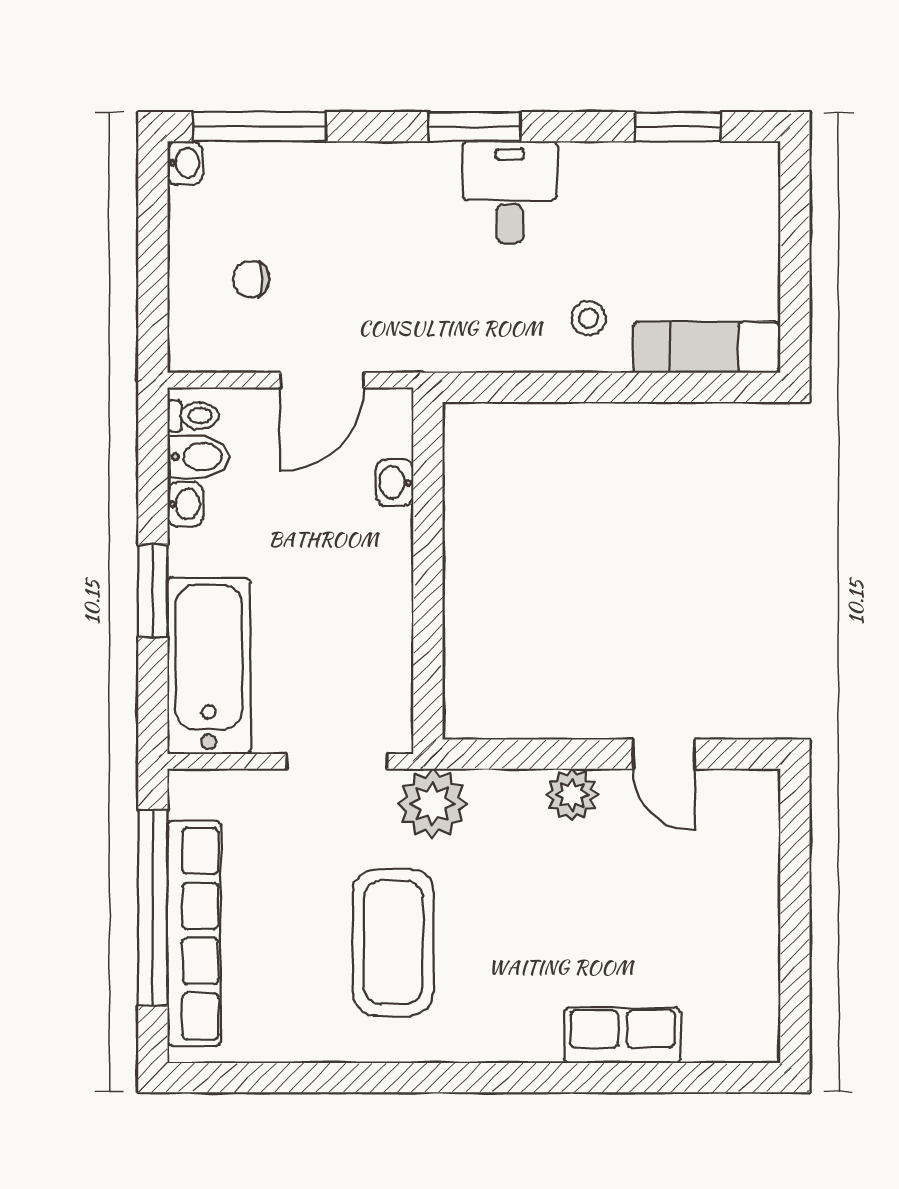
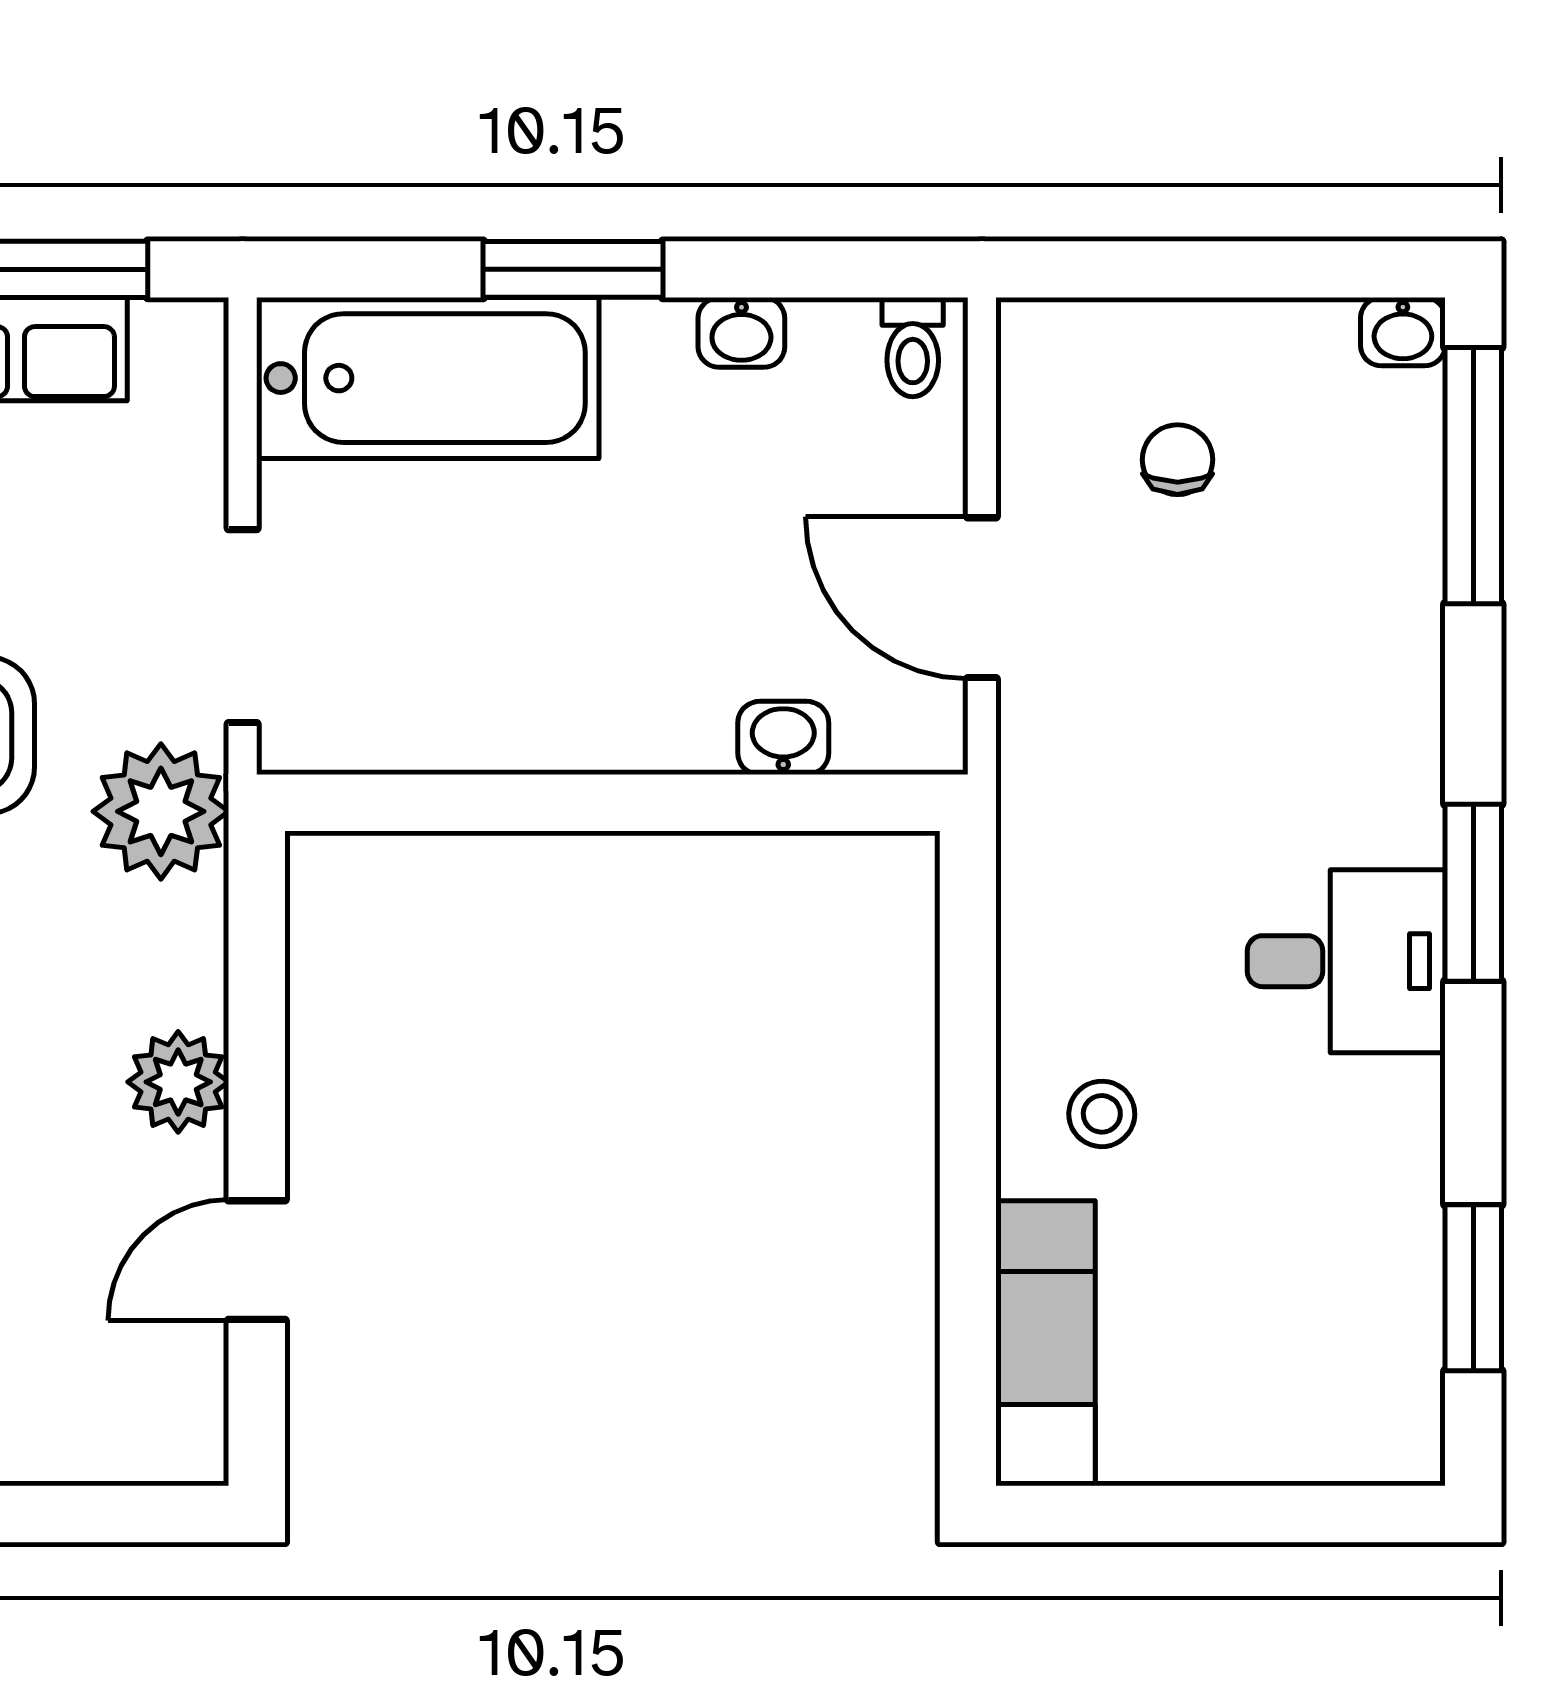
bidet: (198, 457) -> (833, 357), removed

